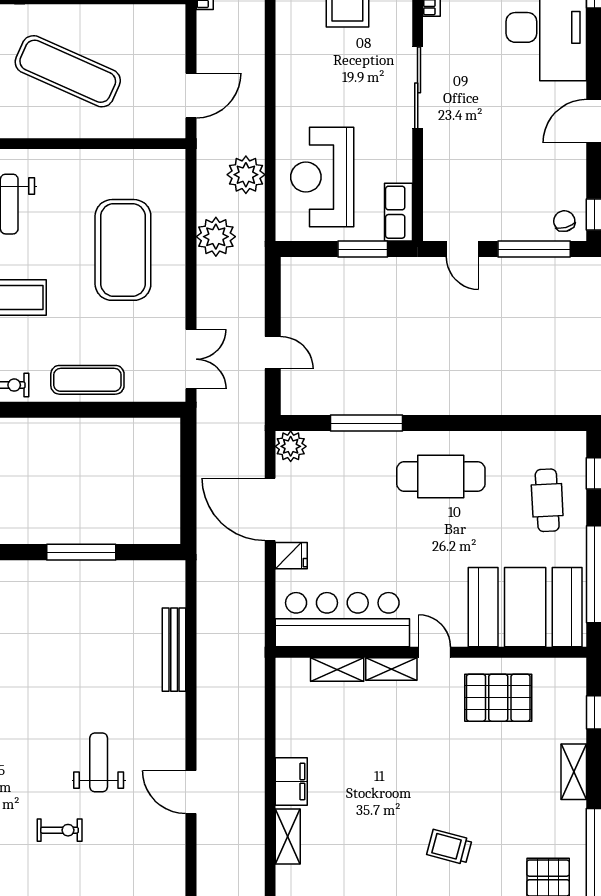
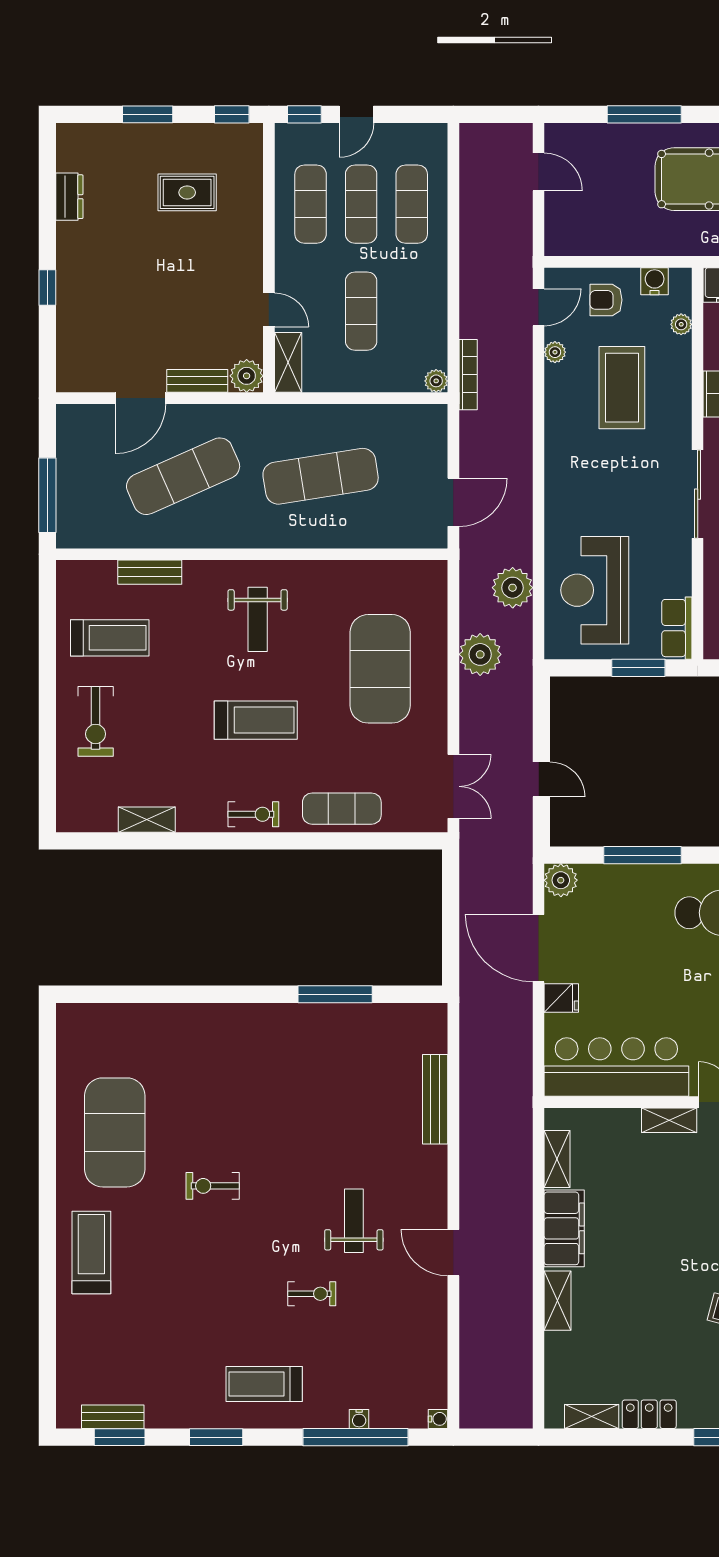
exercise mat: (68, 71) -> (321, 476), turned -33
shelving: (337, 669) -> (557, 1159), moved, turned 90
filing cabinet: (291, 781) -> (564, 1228), width x1.50, depth x1.17

